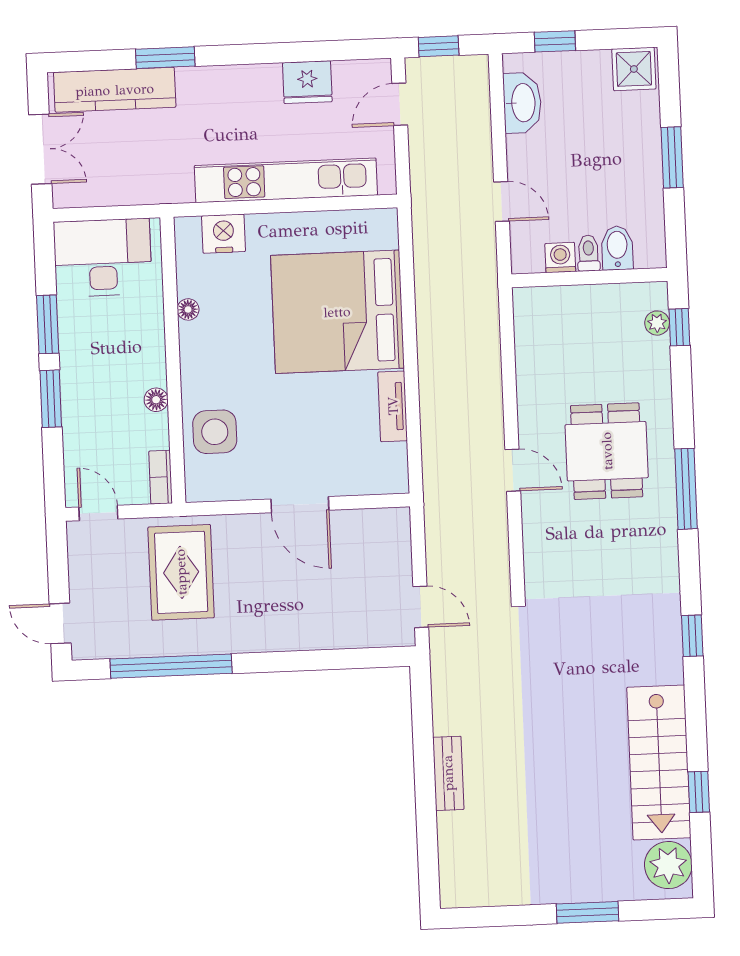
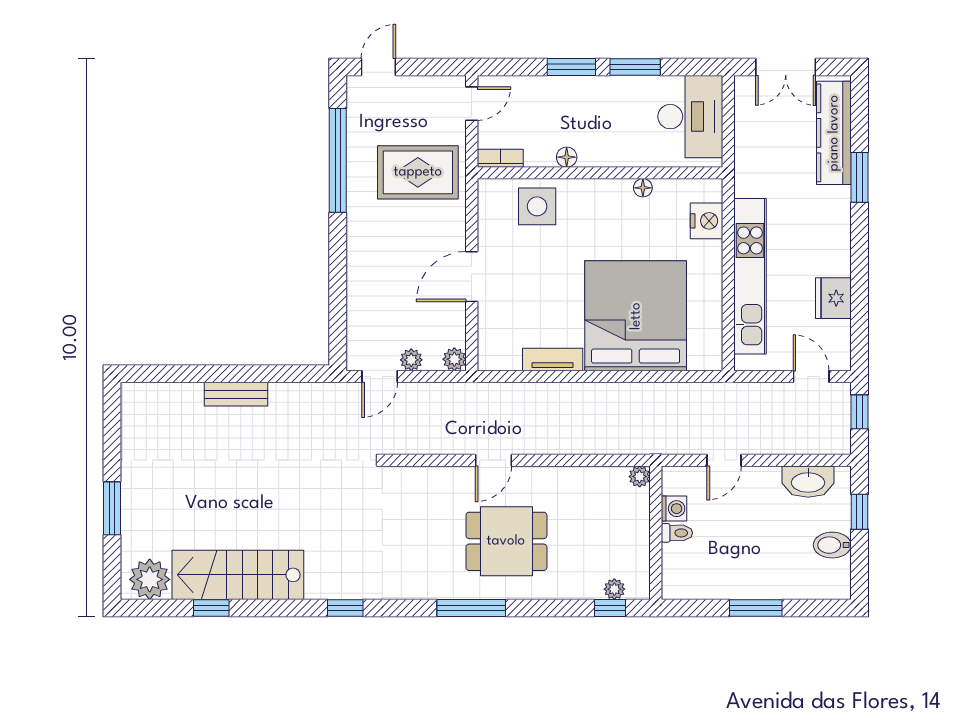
shower: (634, 69) -> (833, 578), removed
bidet: (617, 248) -> (832, 545), moved, turned 180
plant: (525, 299) -> (640, 476), added
plant: (397, 521) -> (454, 359), added
plant: (400, 571) -> (411, 360), added

